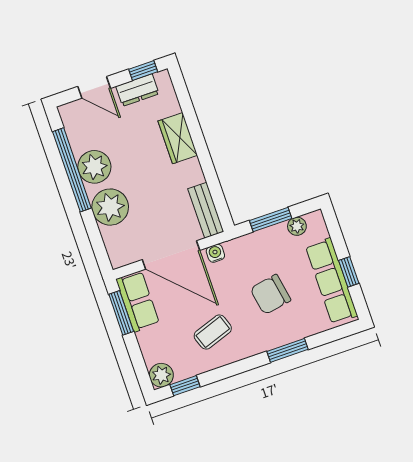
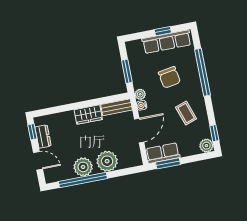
door: (94, 87) -> (38, 161), hinge flipped
wardrobe: (178, 138) -> (88, 115), moved
plant: (297, 226) -> (140, 94), moved
door: (171, 255) -> (139, 131), width x0.73
window: (287, 350) -> (202, 72), width x2.11

